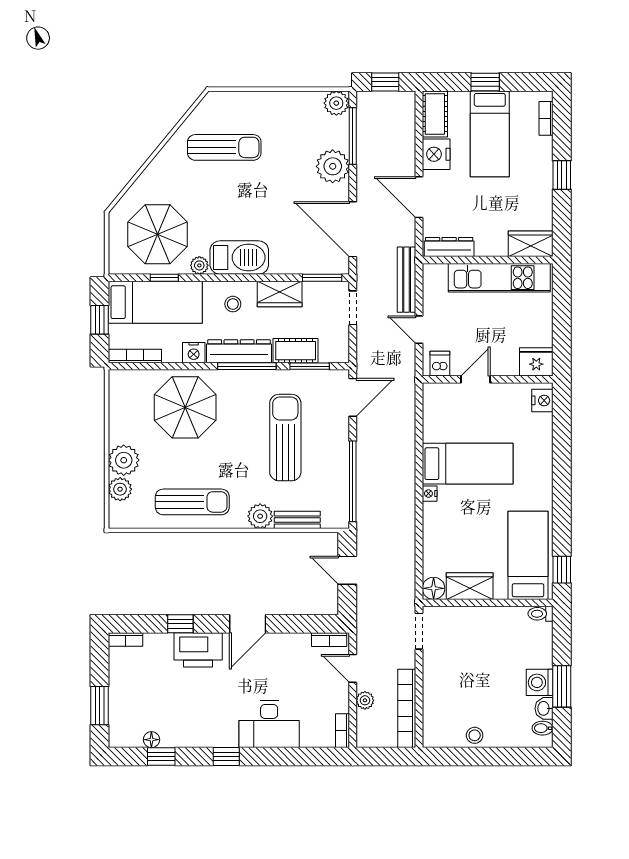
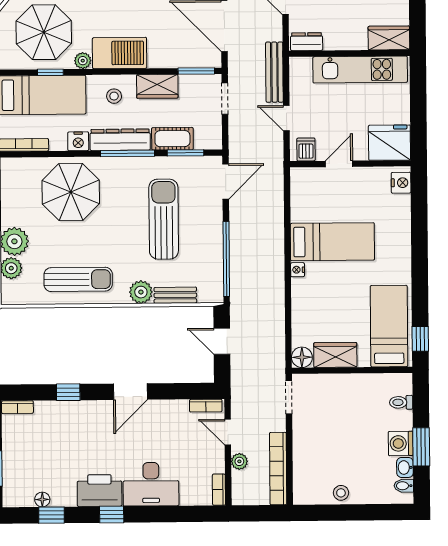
dresser: (449, 247) -> (307, 42), width x0.70
fridge: (536, 362) -> (389, 143), width x1.36, depth x1.34
toilet: (540, 614) -> (401, 402), moved
printer: (198, 650) -> (100, 491), moved, turned 180

